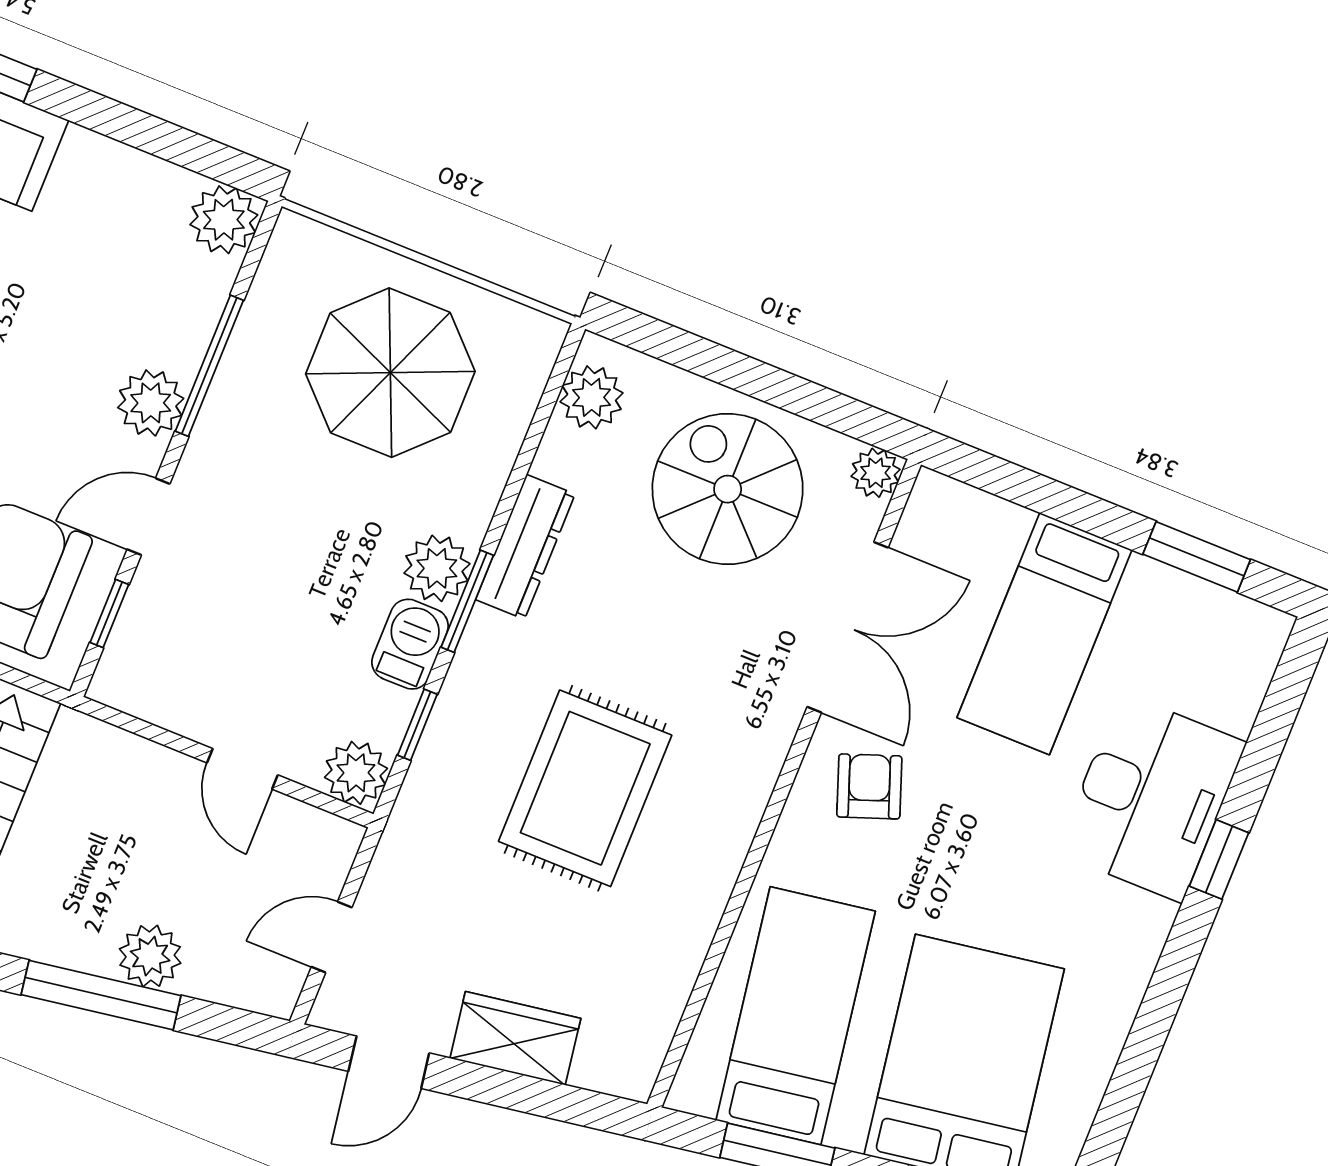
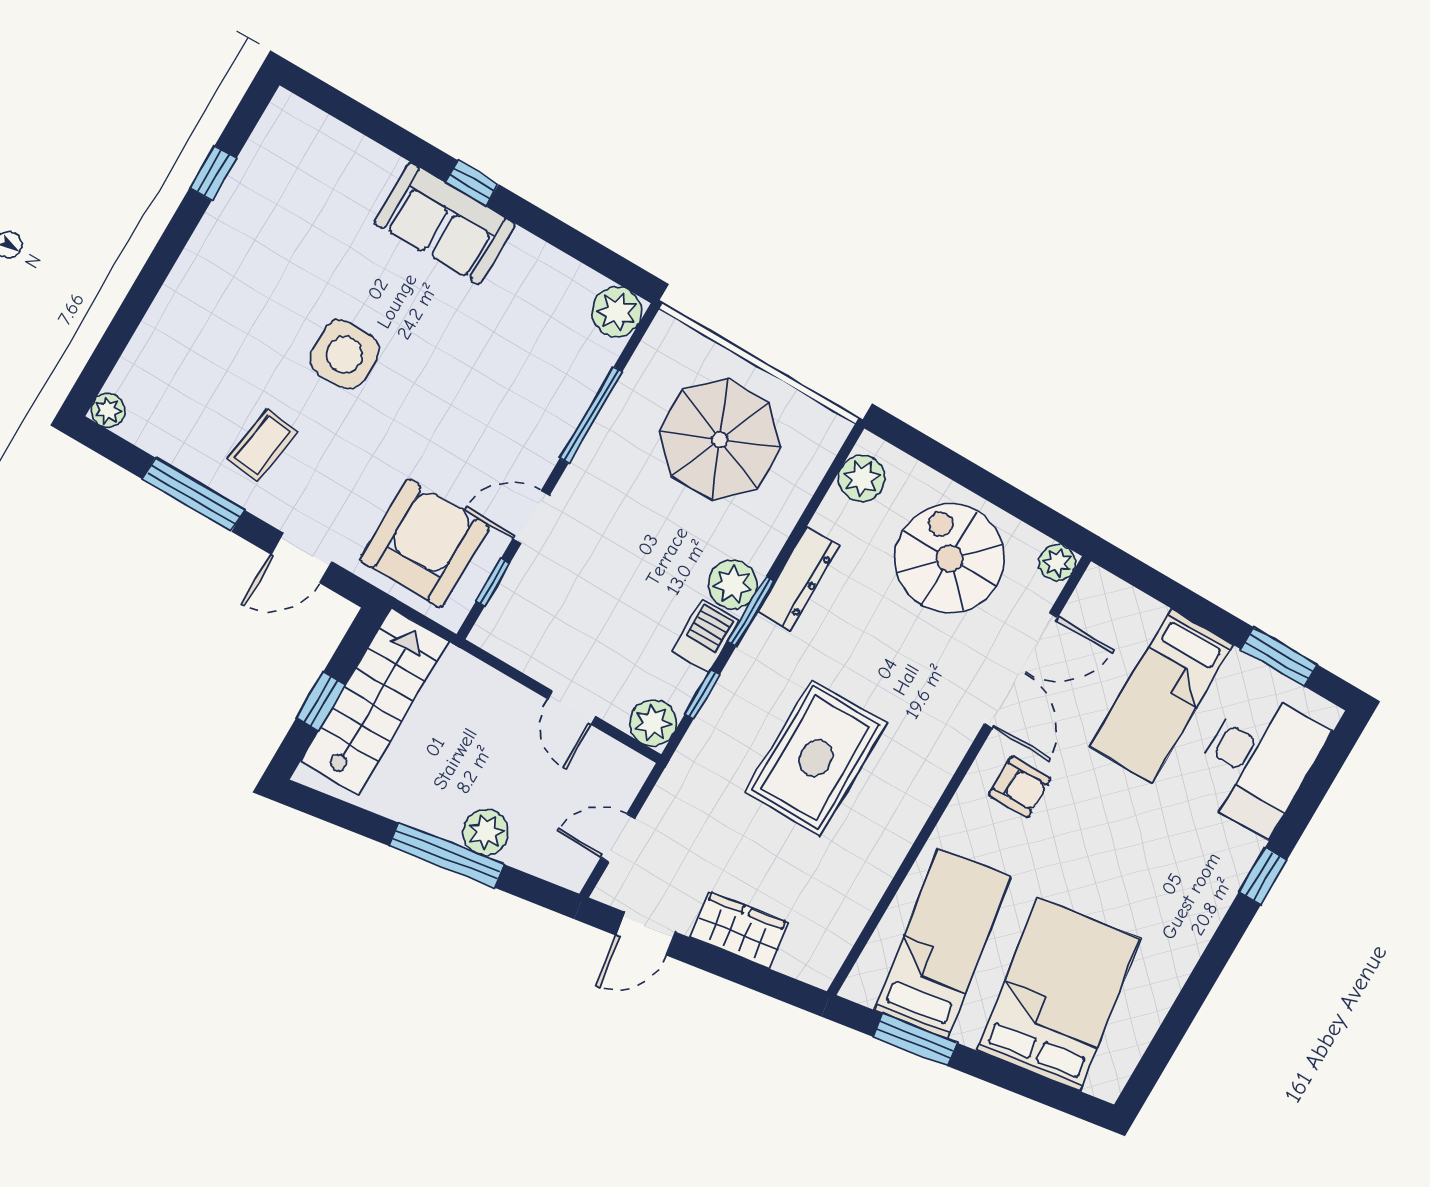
plant: (151, 403) -> (545, 436), removed
armchair: (869, 786) -> (1020, 787), turned 110
desk: (1151, 798) -> (1258, 761), moved

